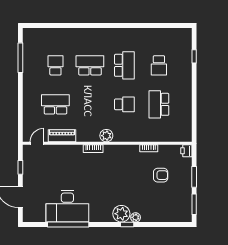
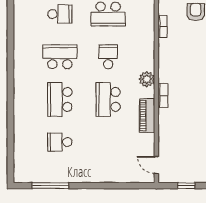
school desk: (55, 104) -> (108, 99), moved
piano: (62, 136) -> (147, 115), moved

